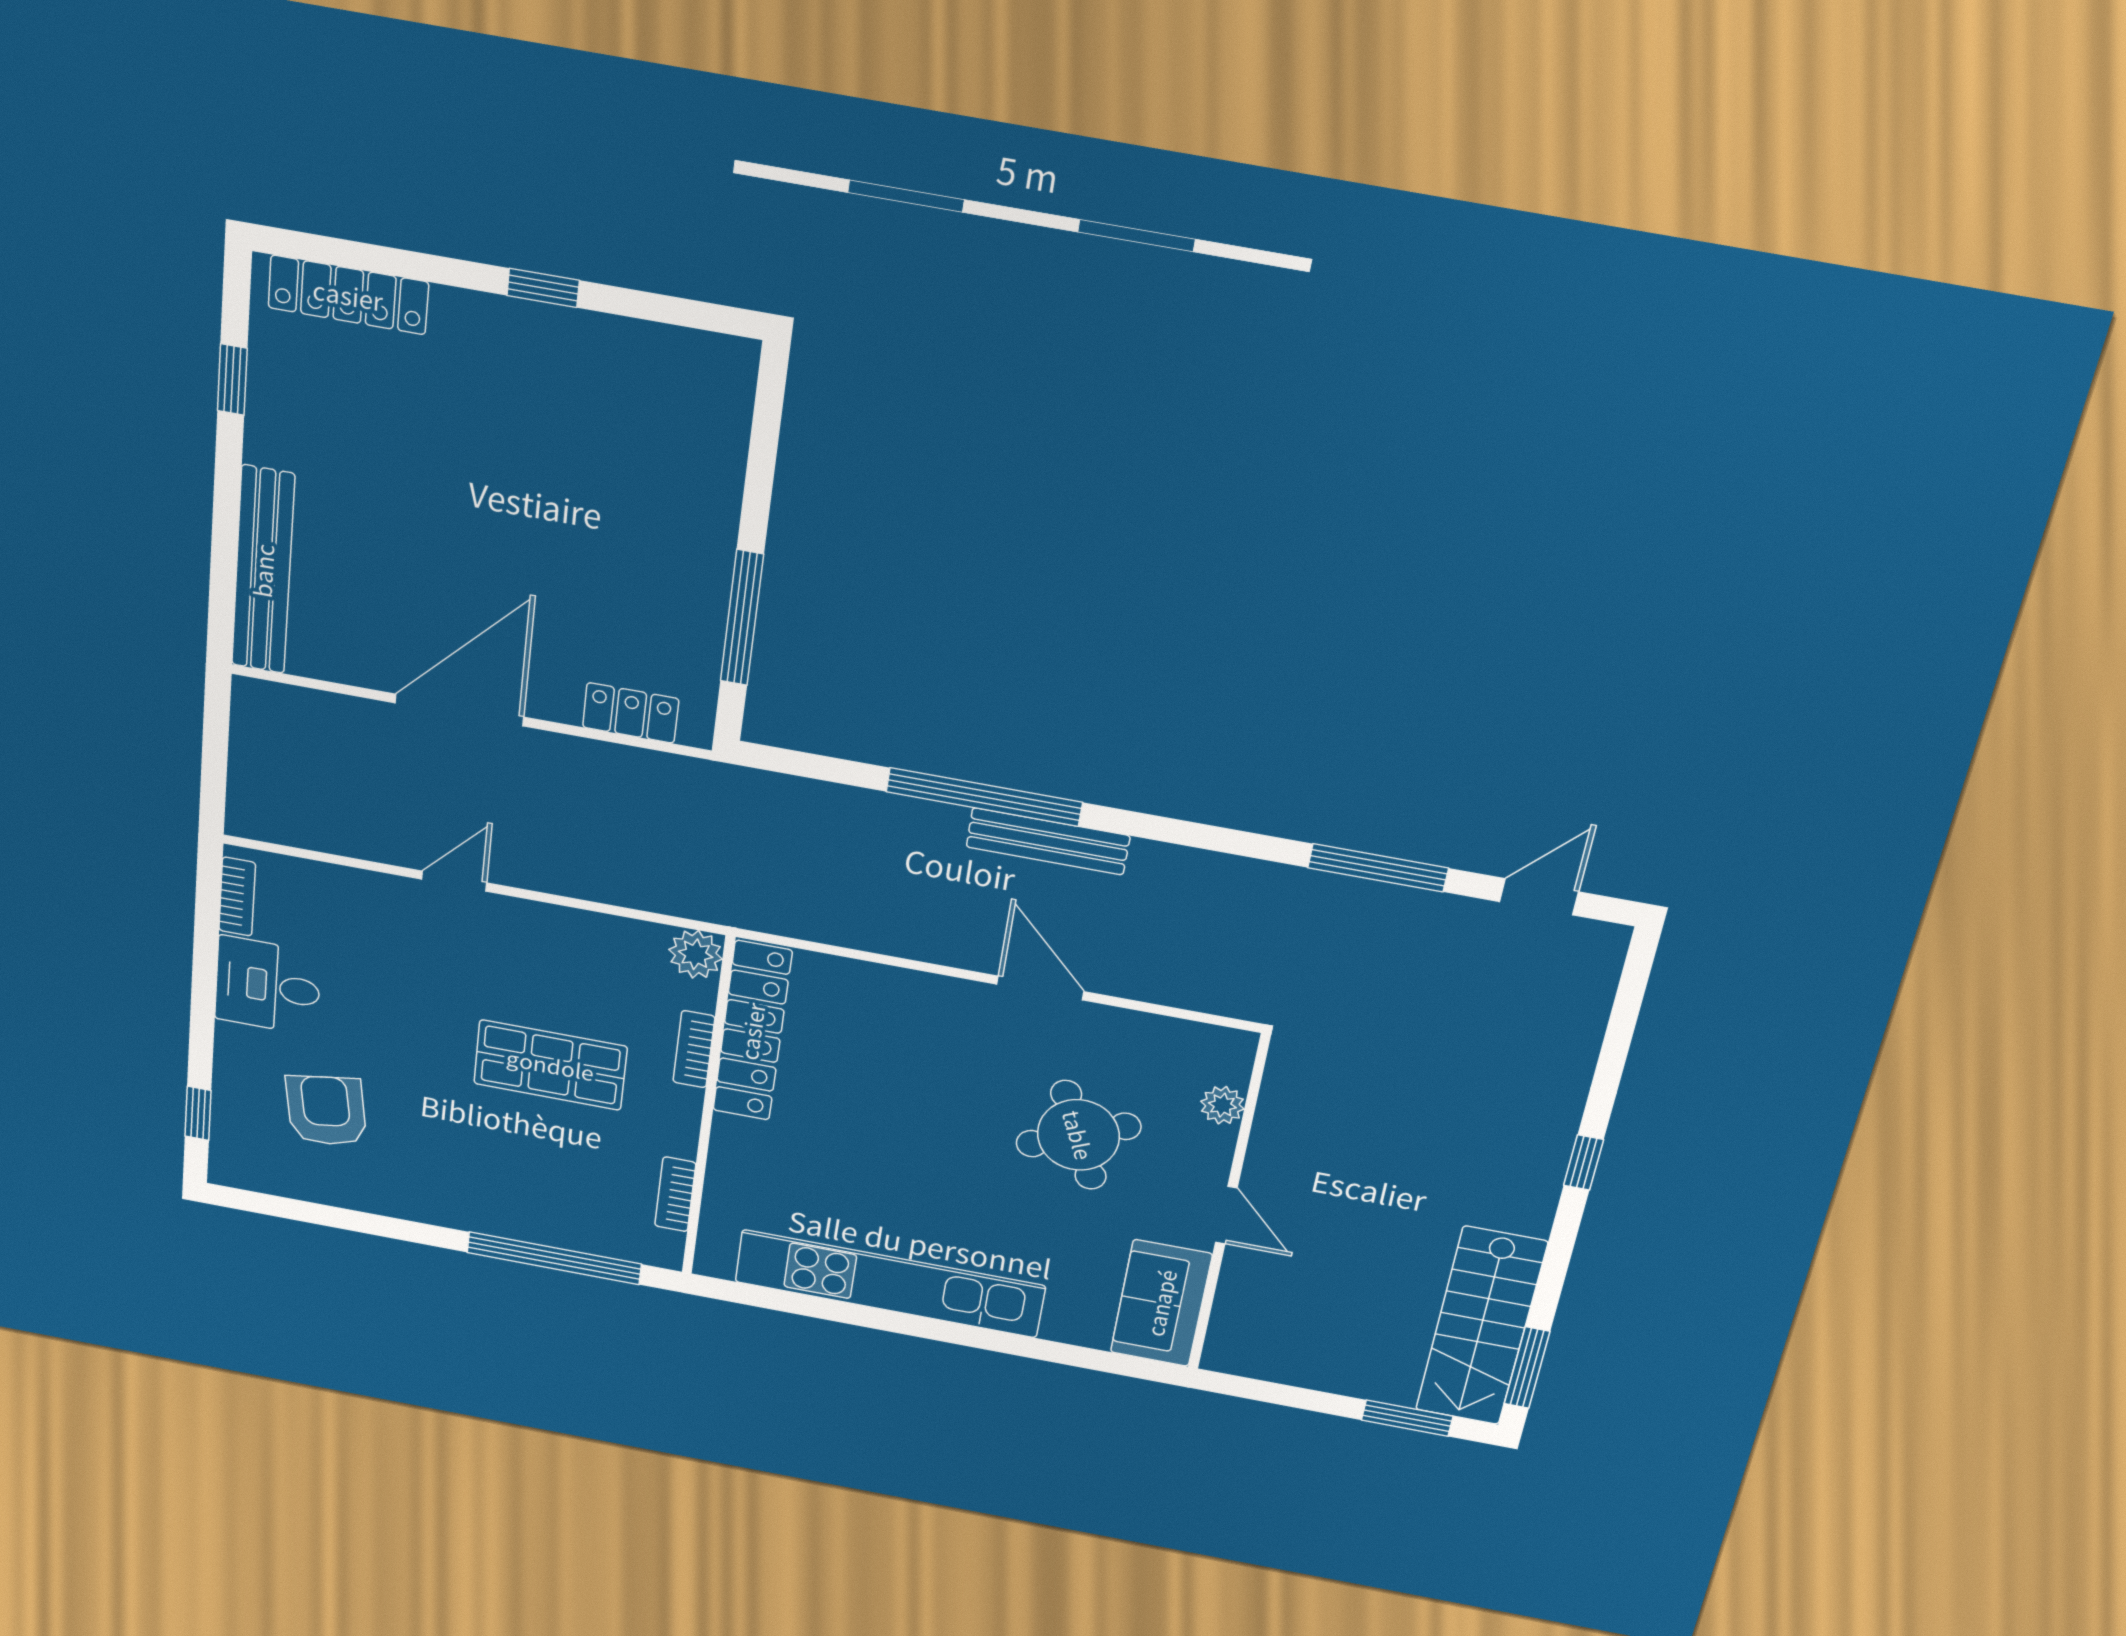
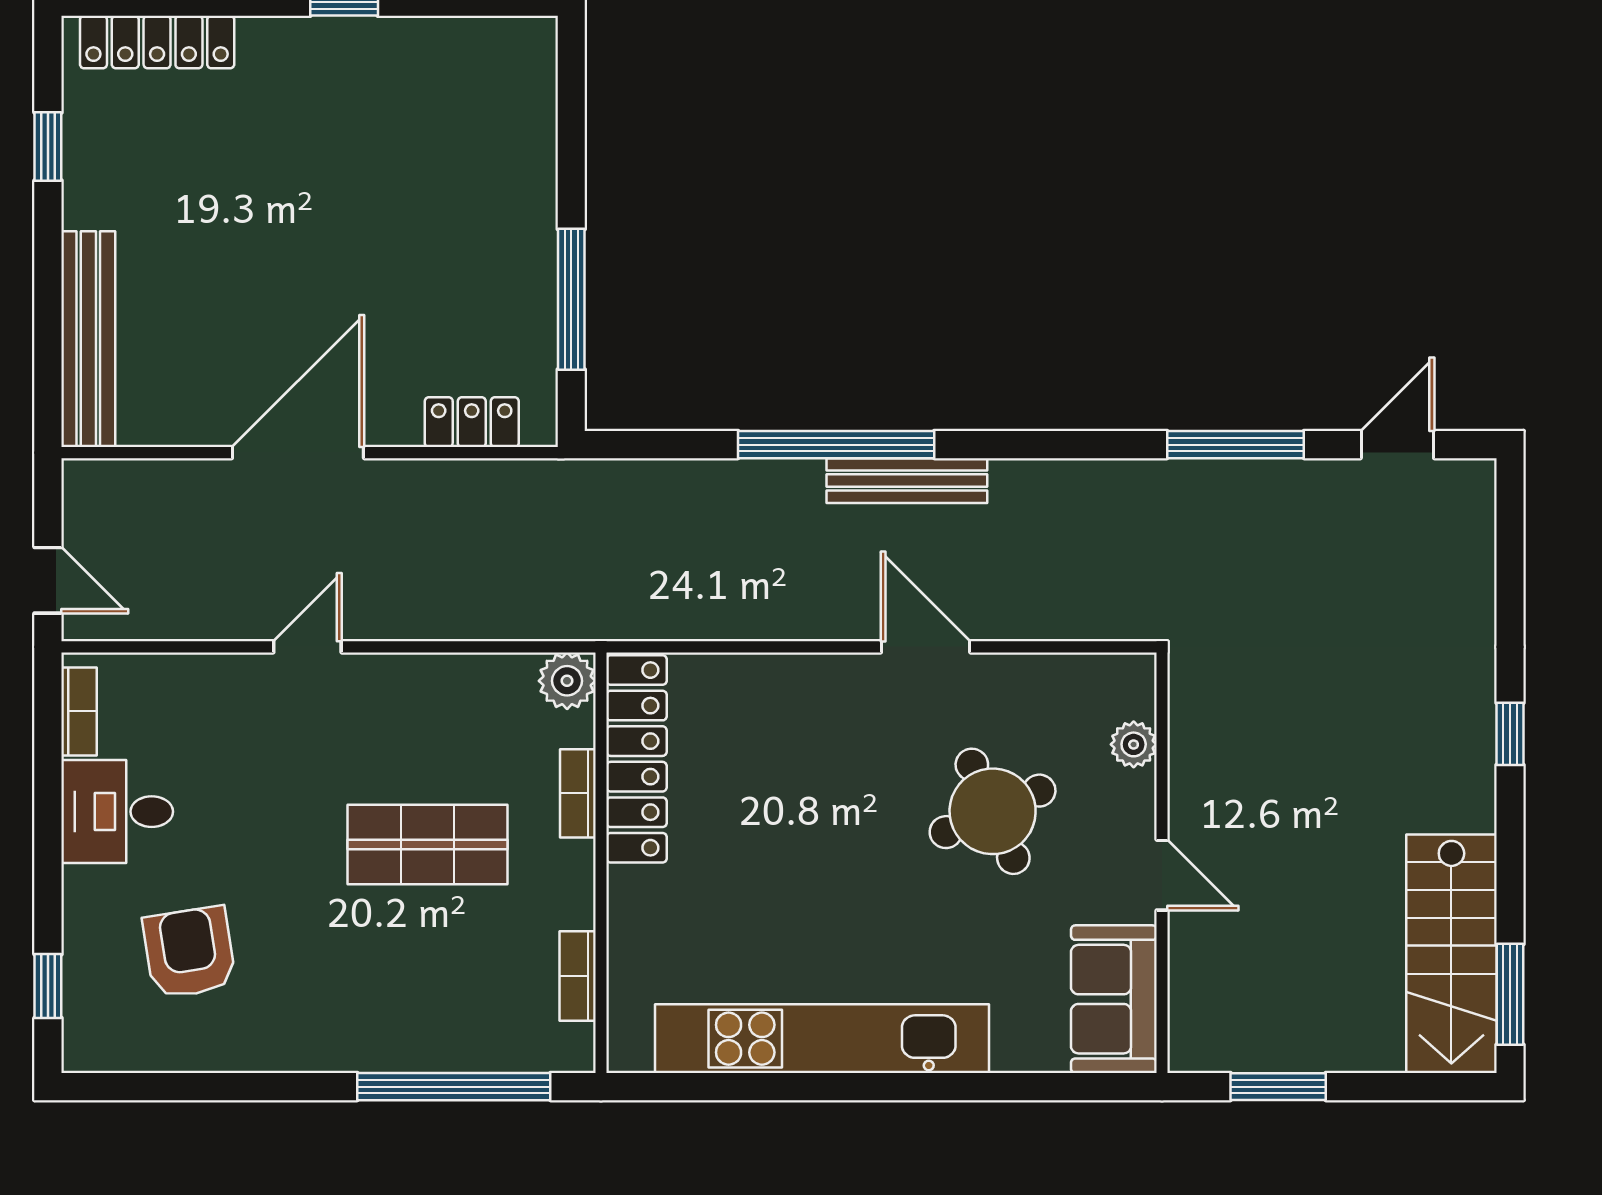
door: (214, 779) -> (48, 580), added
window: (1407, 1418) -> (1278, 1087), moved

